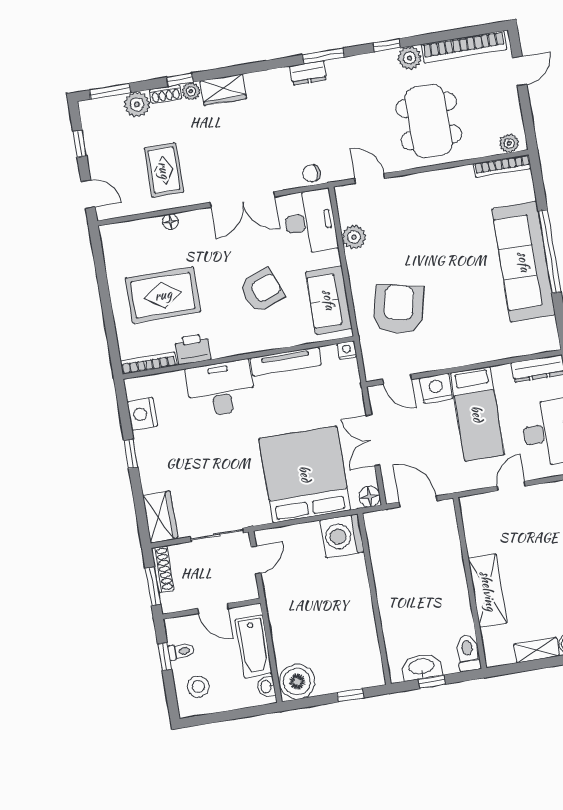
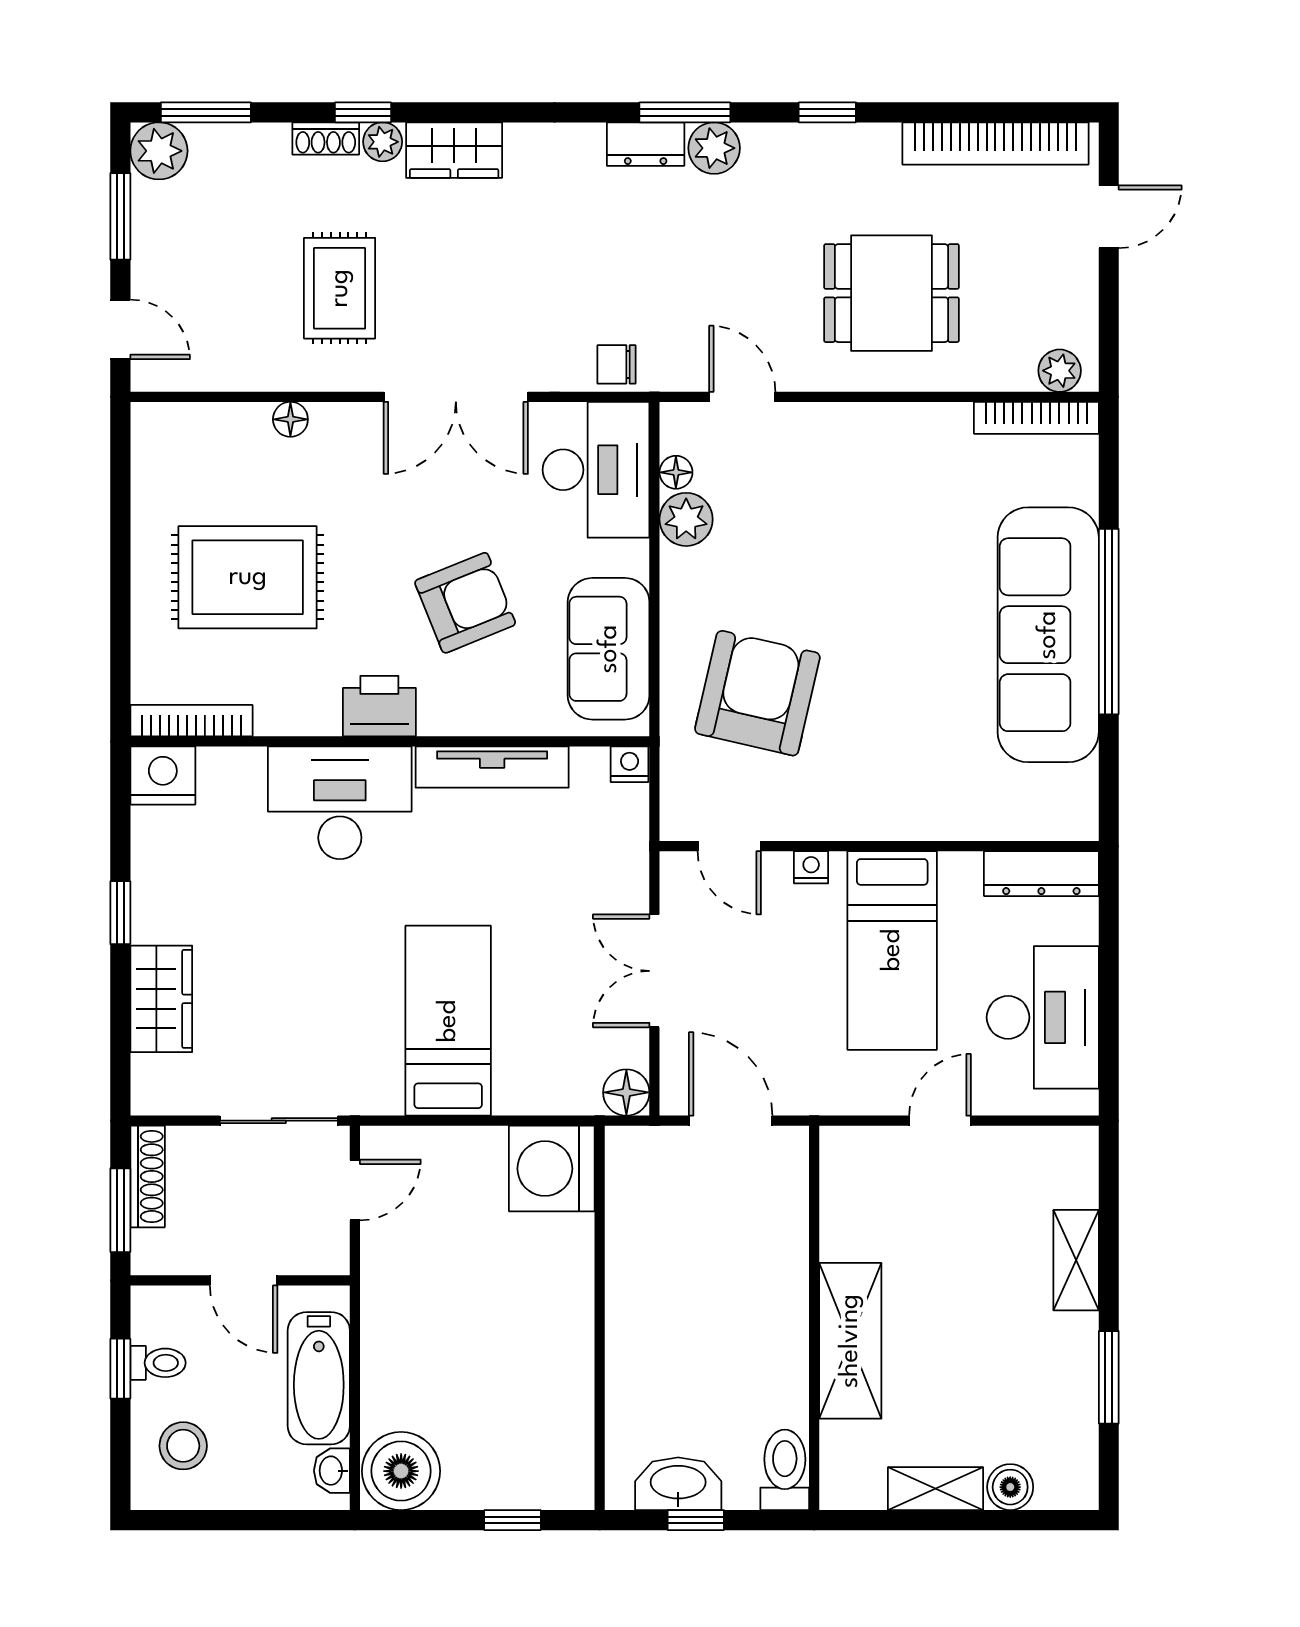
plant: (410, 58) -> (714, 148), moved
plant: (137, 104) -> (159, 151), moved
dining table: (429, 121) -> (891, 293), width x0.73
window: (80, 144) -> (120, 216), width x1.50
rug: (164, 170) -> (340, 288), moved
floor lamp: (346, 217) -> (676, 472), added
printer: (193, 349) -> (379, 706), moved
nightstand: (436, 388) -> (811, 867), width x0.53, depth x0.56
nightstand: (142, 414) -> (163, 775), moved, turned 90
bed: (305, 474) -> (448, 1021), width x0.49
wardrobe: (160, 517) -> (161, 999), moved

